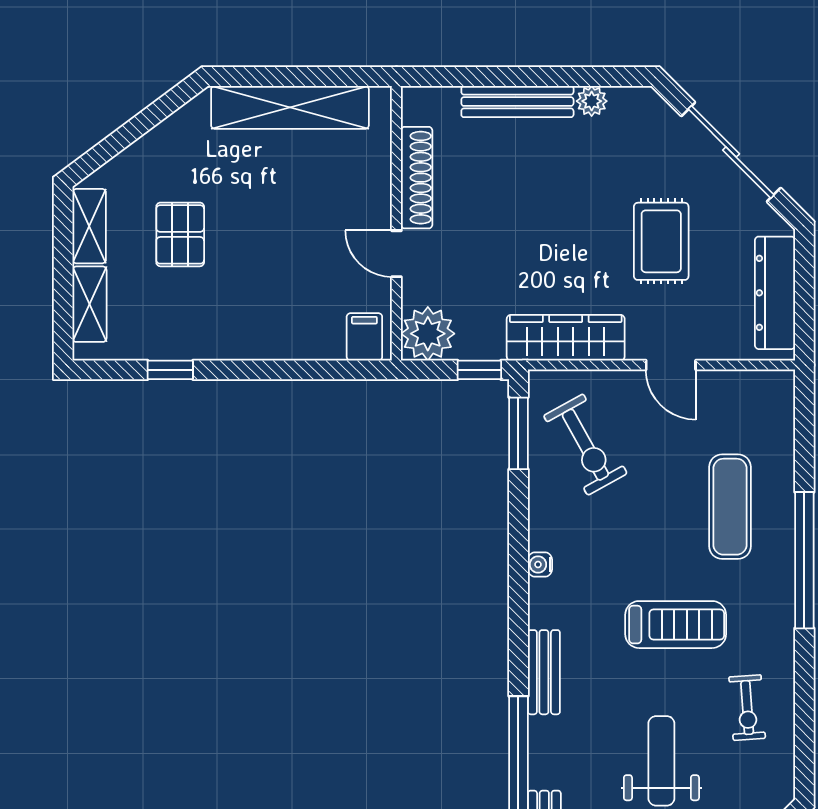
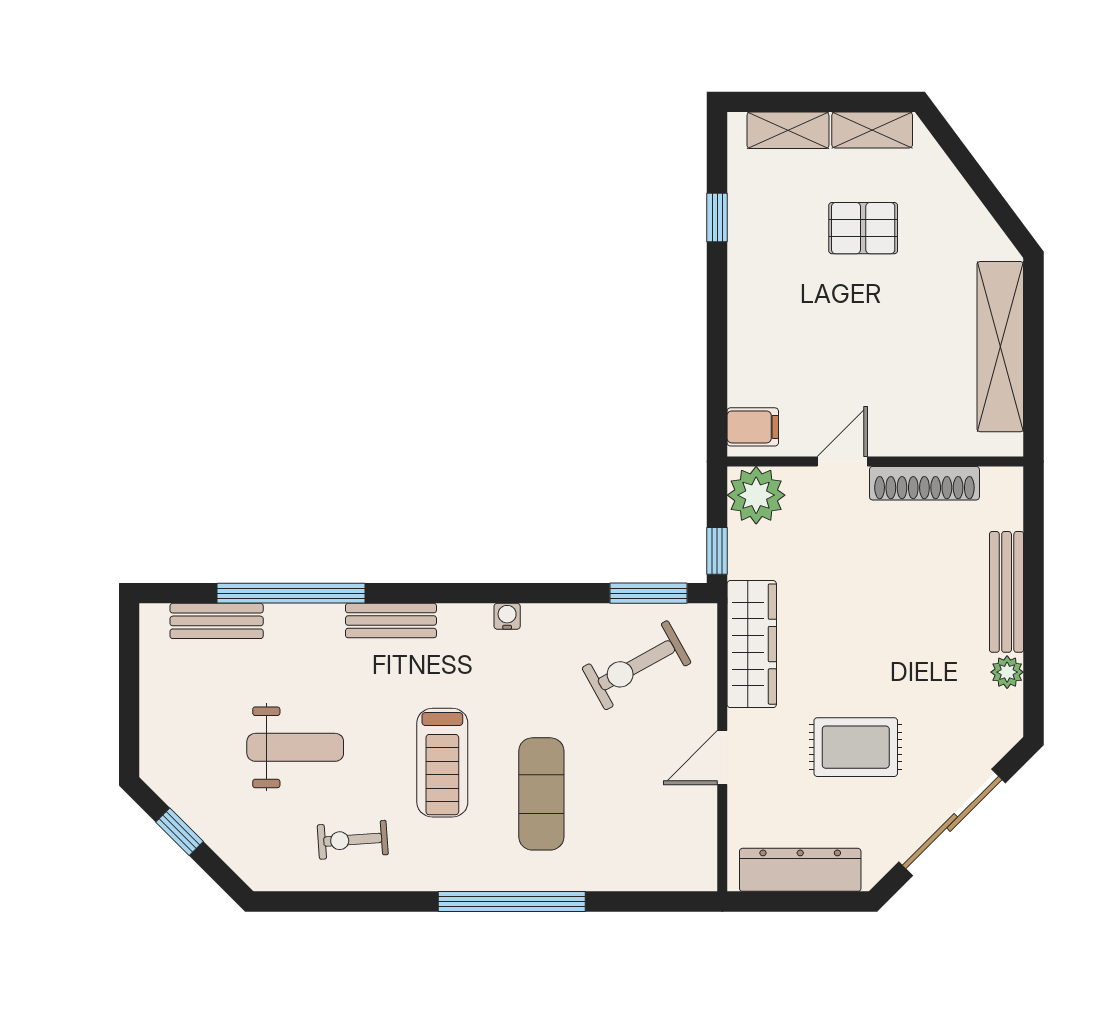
exercise mat: (730, 507) -> (541, 794), moved, turned 90

